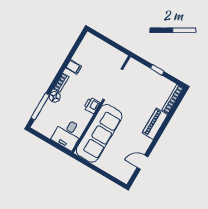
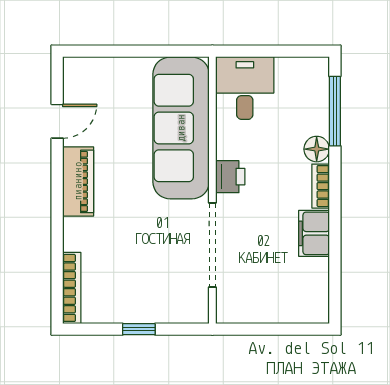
filing cabinet: (74, 67) -> (314, 233), width x2.00
piano: (155, 124) -> (78, 181), moved

